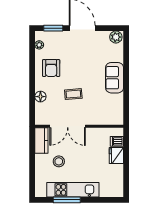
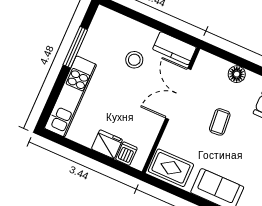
rug: (114, 111) -> (171, 168), added
kitchen unit: (73, 190) -> (71, 96), moved

